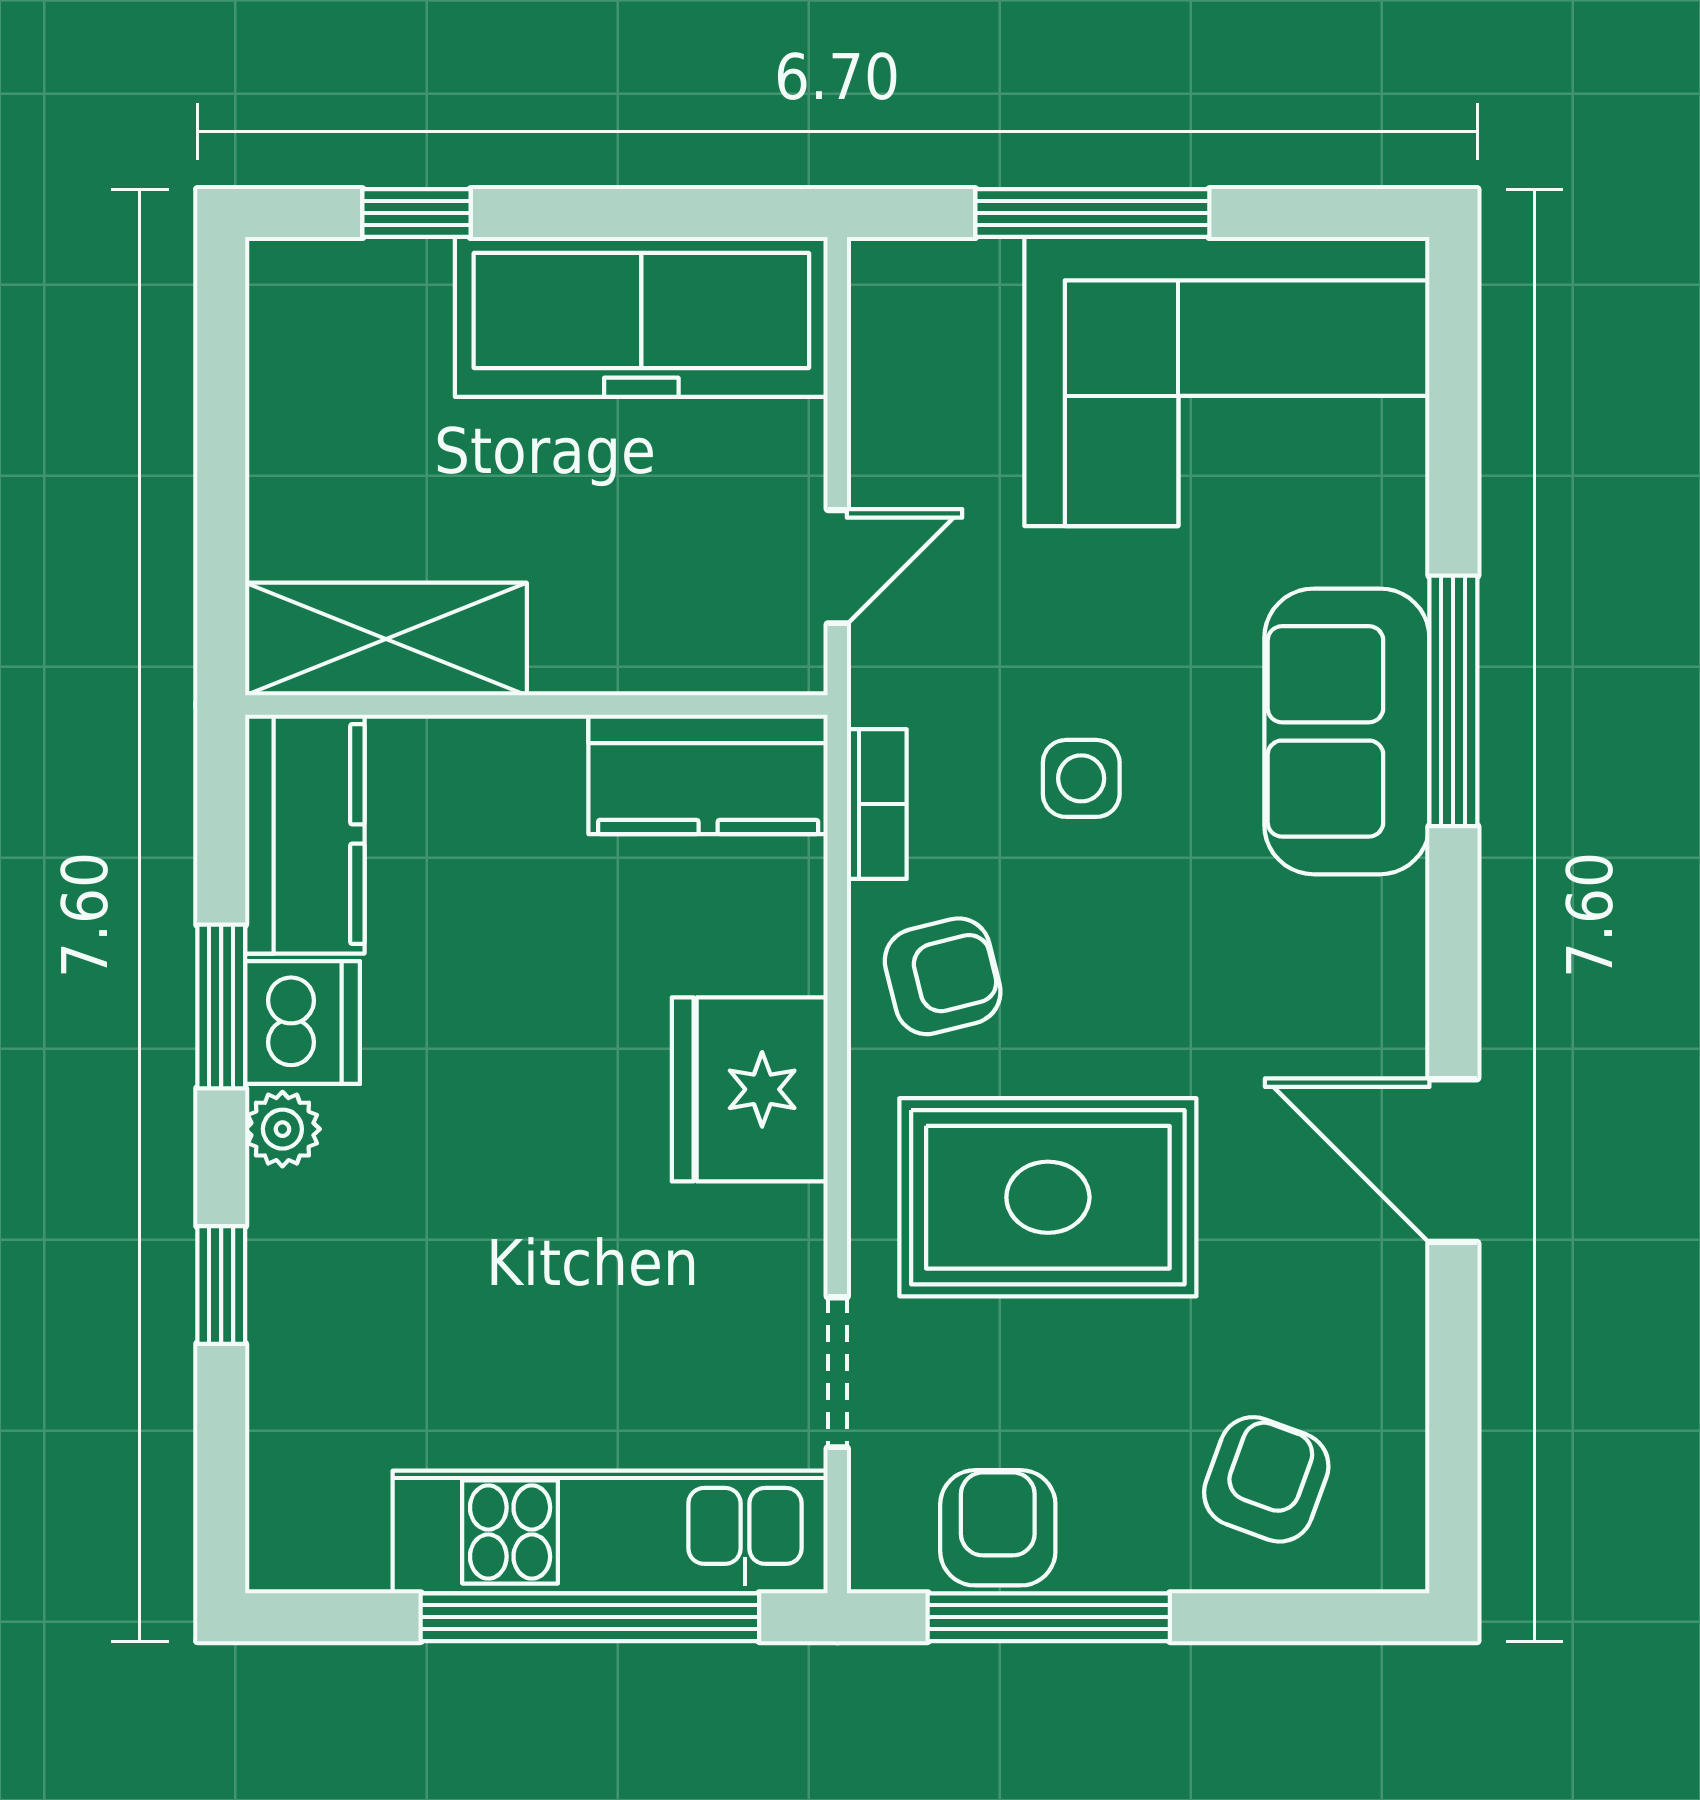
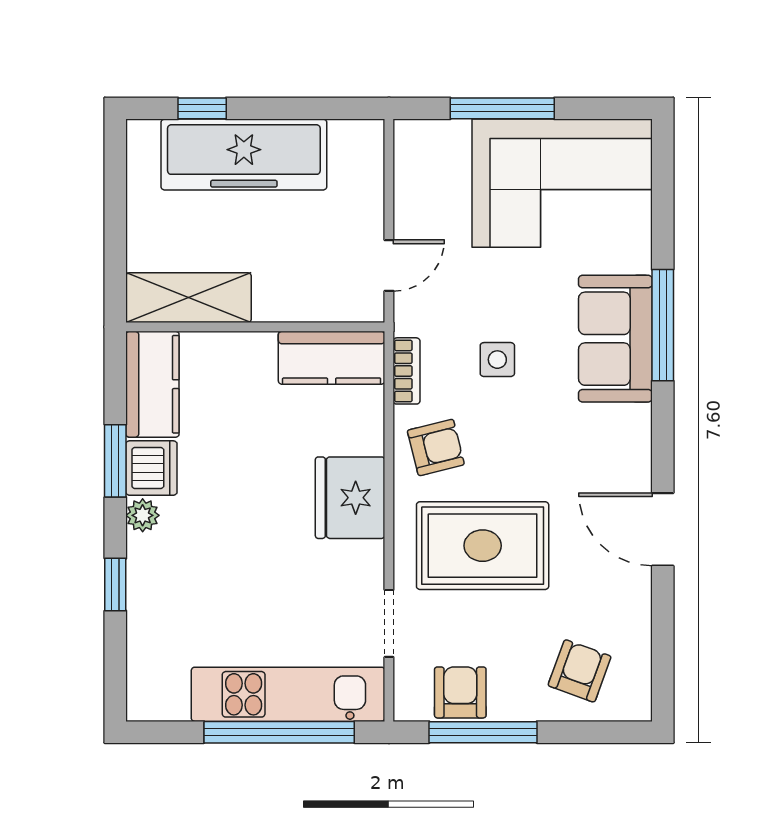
freezer: (641, 317) -> (244, 155), moved

